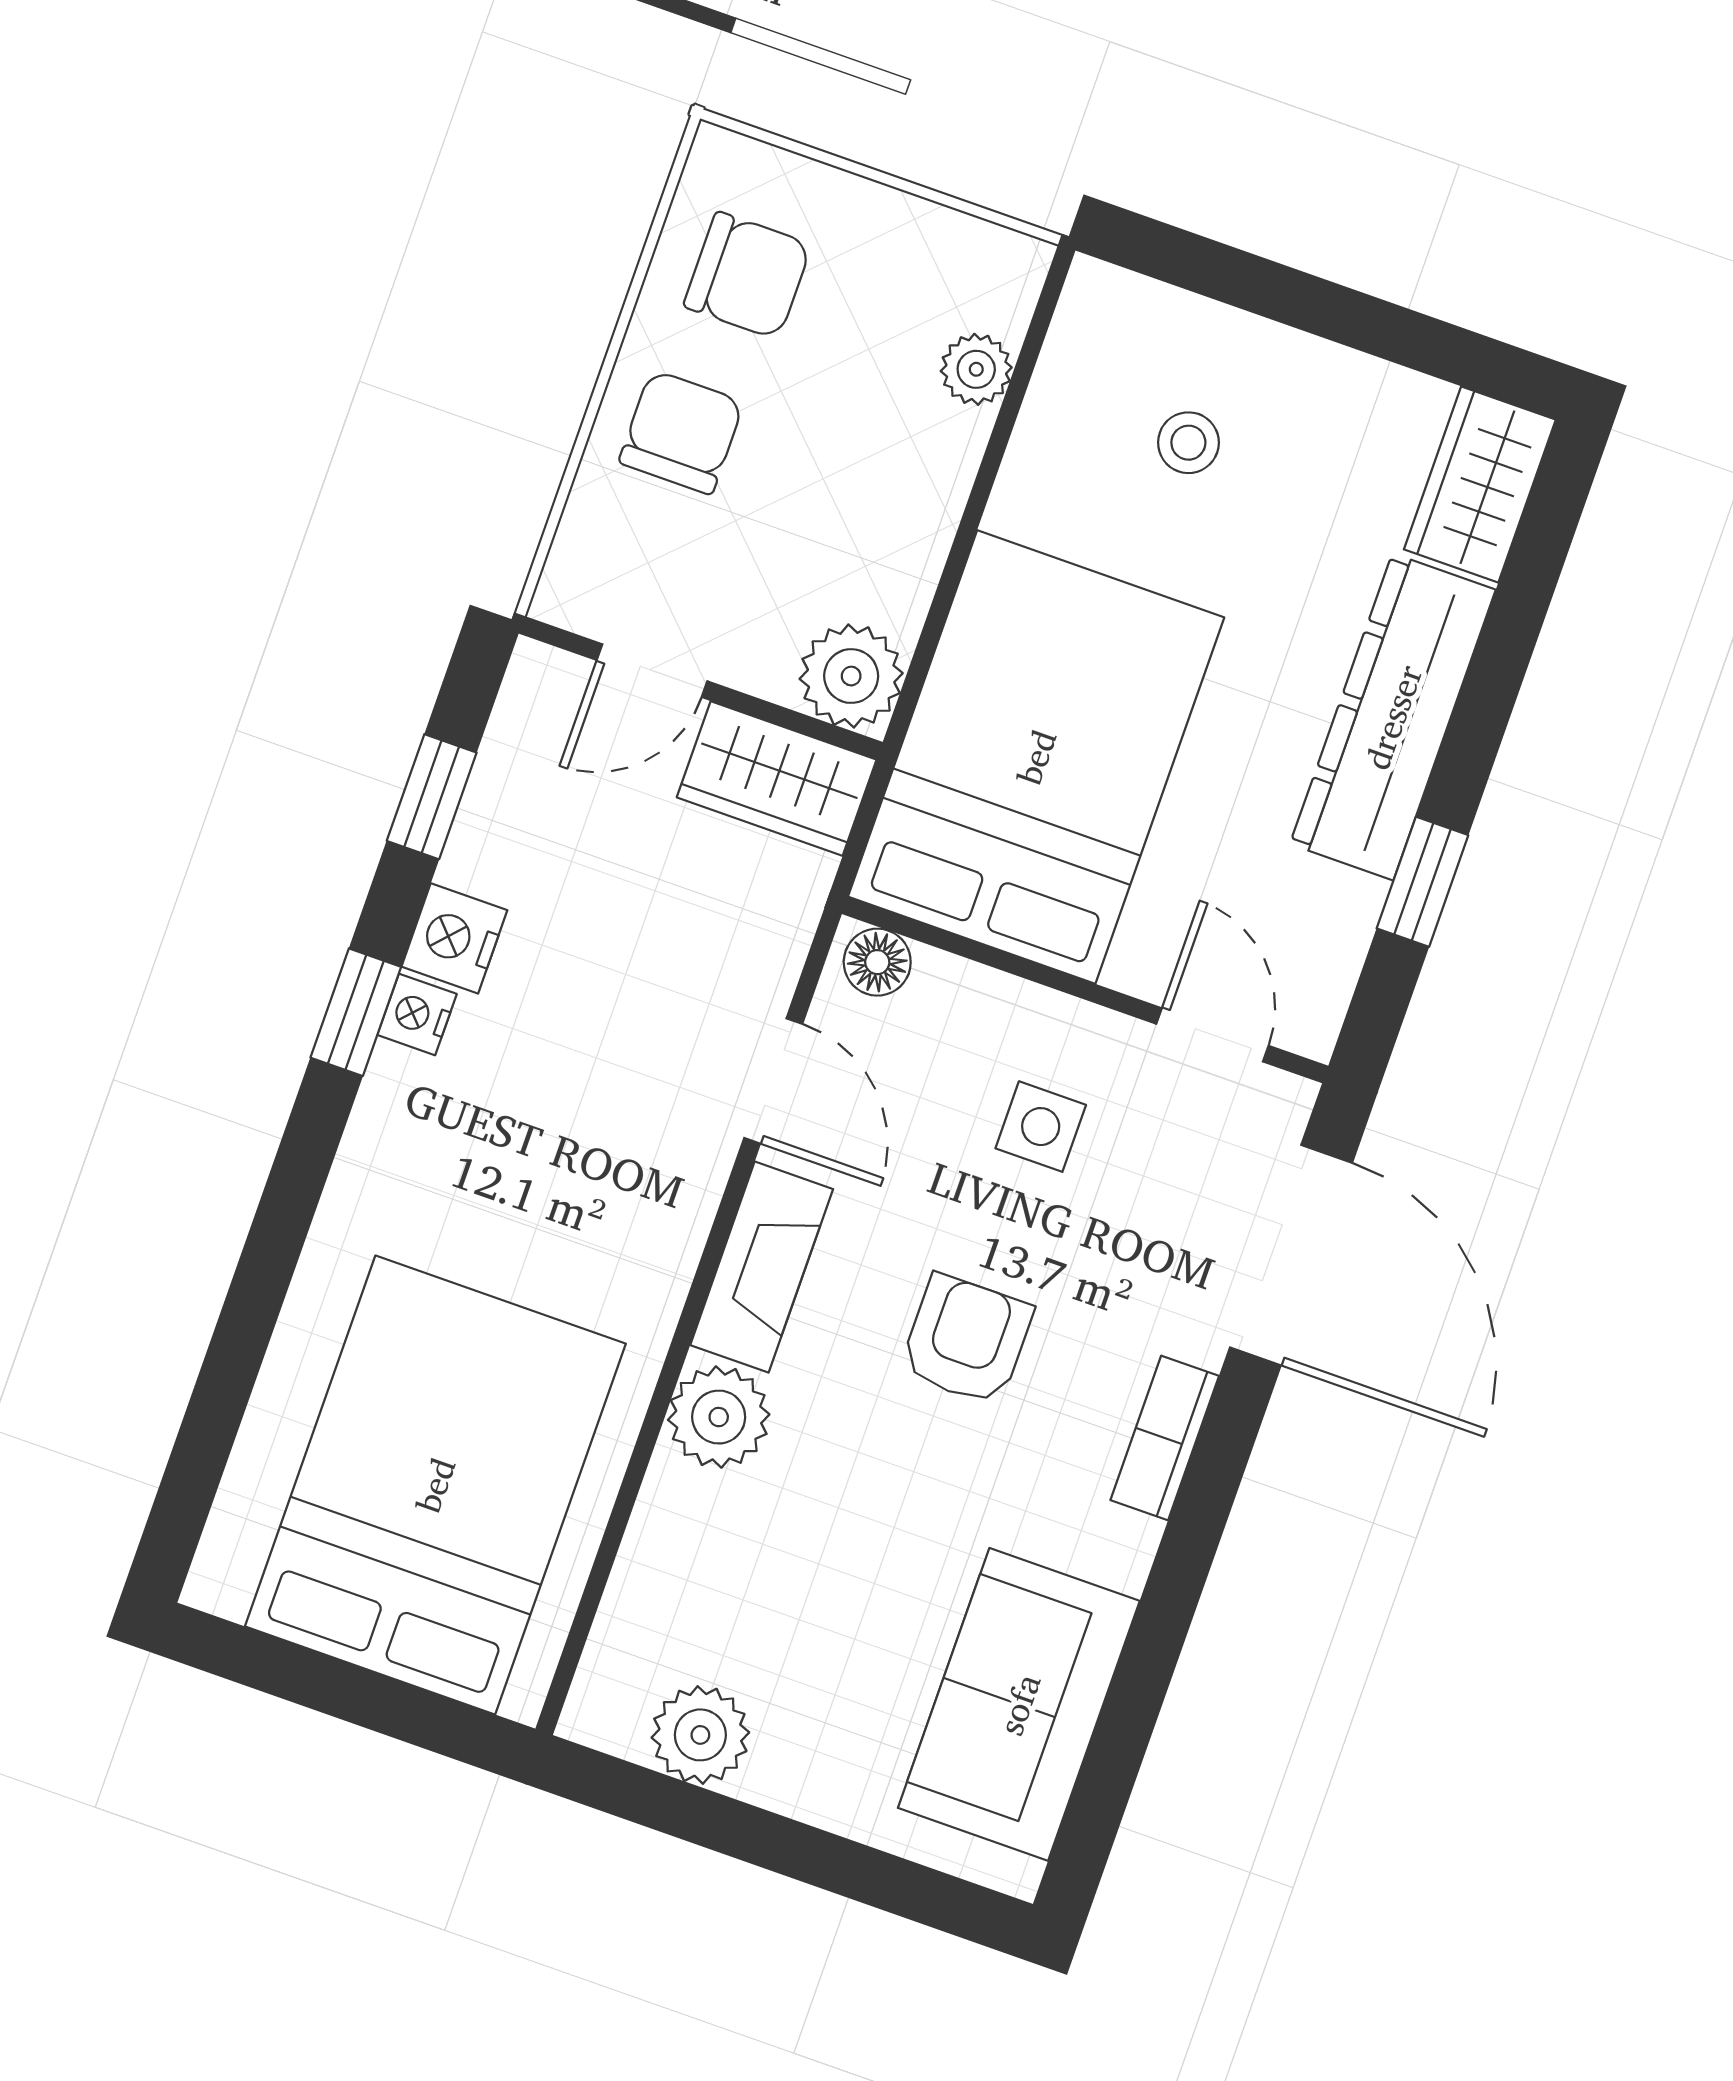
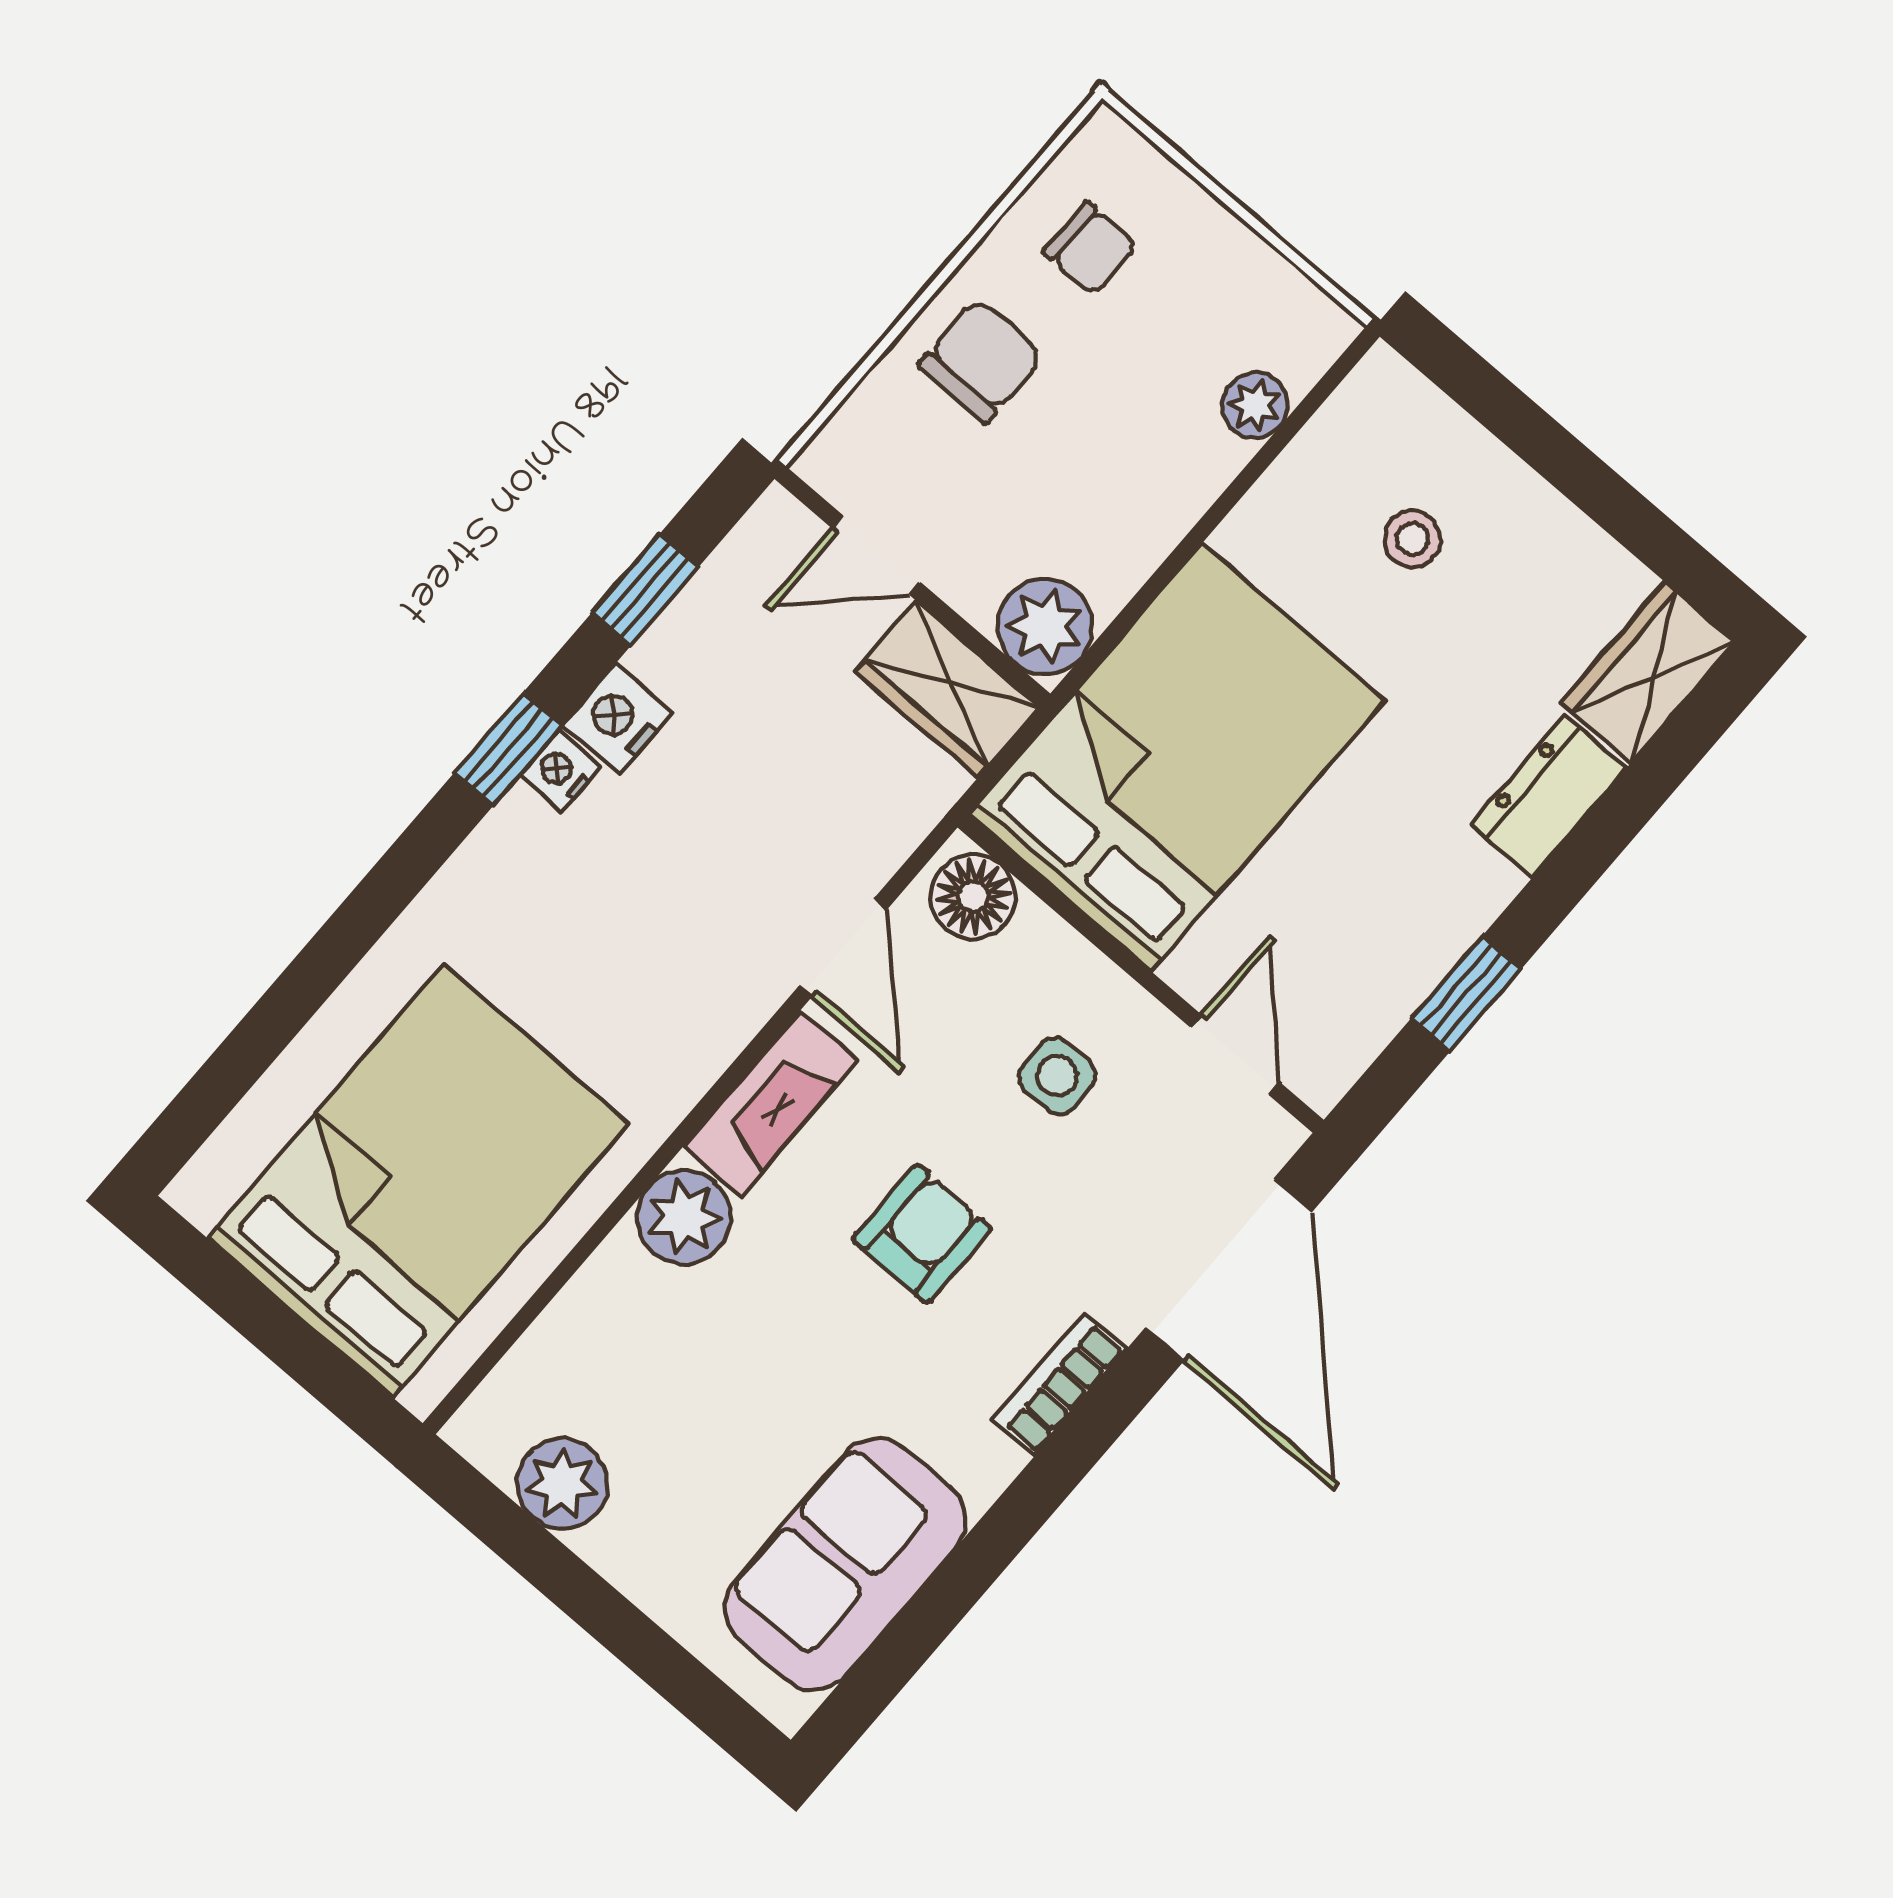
chair: (747, 275) -> (1090, 248), width x0.73, depth x0.73
dresser: (1393, 717) -> (1549, 796), width x0.51, depth x0.80
floor lamp: (877, 962) -> (973, 897), width x1.37, depth x1.37

